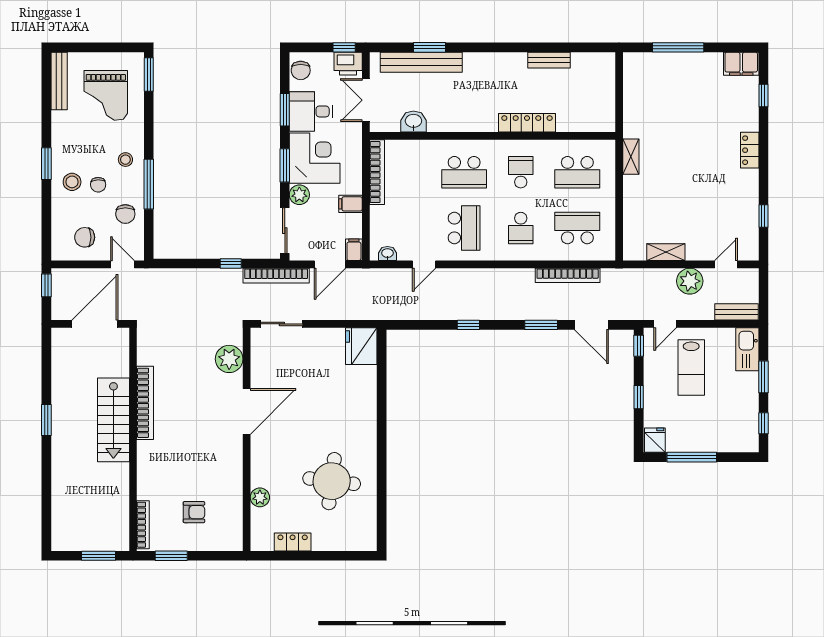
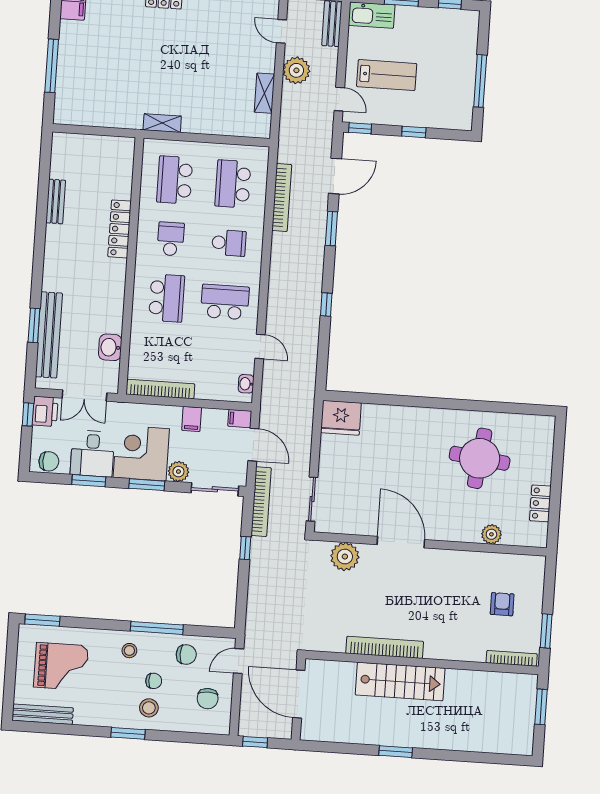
school desk: (521, 172) -> (171, 239), turned 90
school desk: (577, 172) -> (175, 180), turned 180
fridge: (655, 440) -> (460, 118), removed

